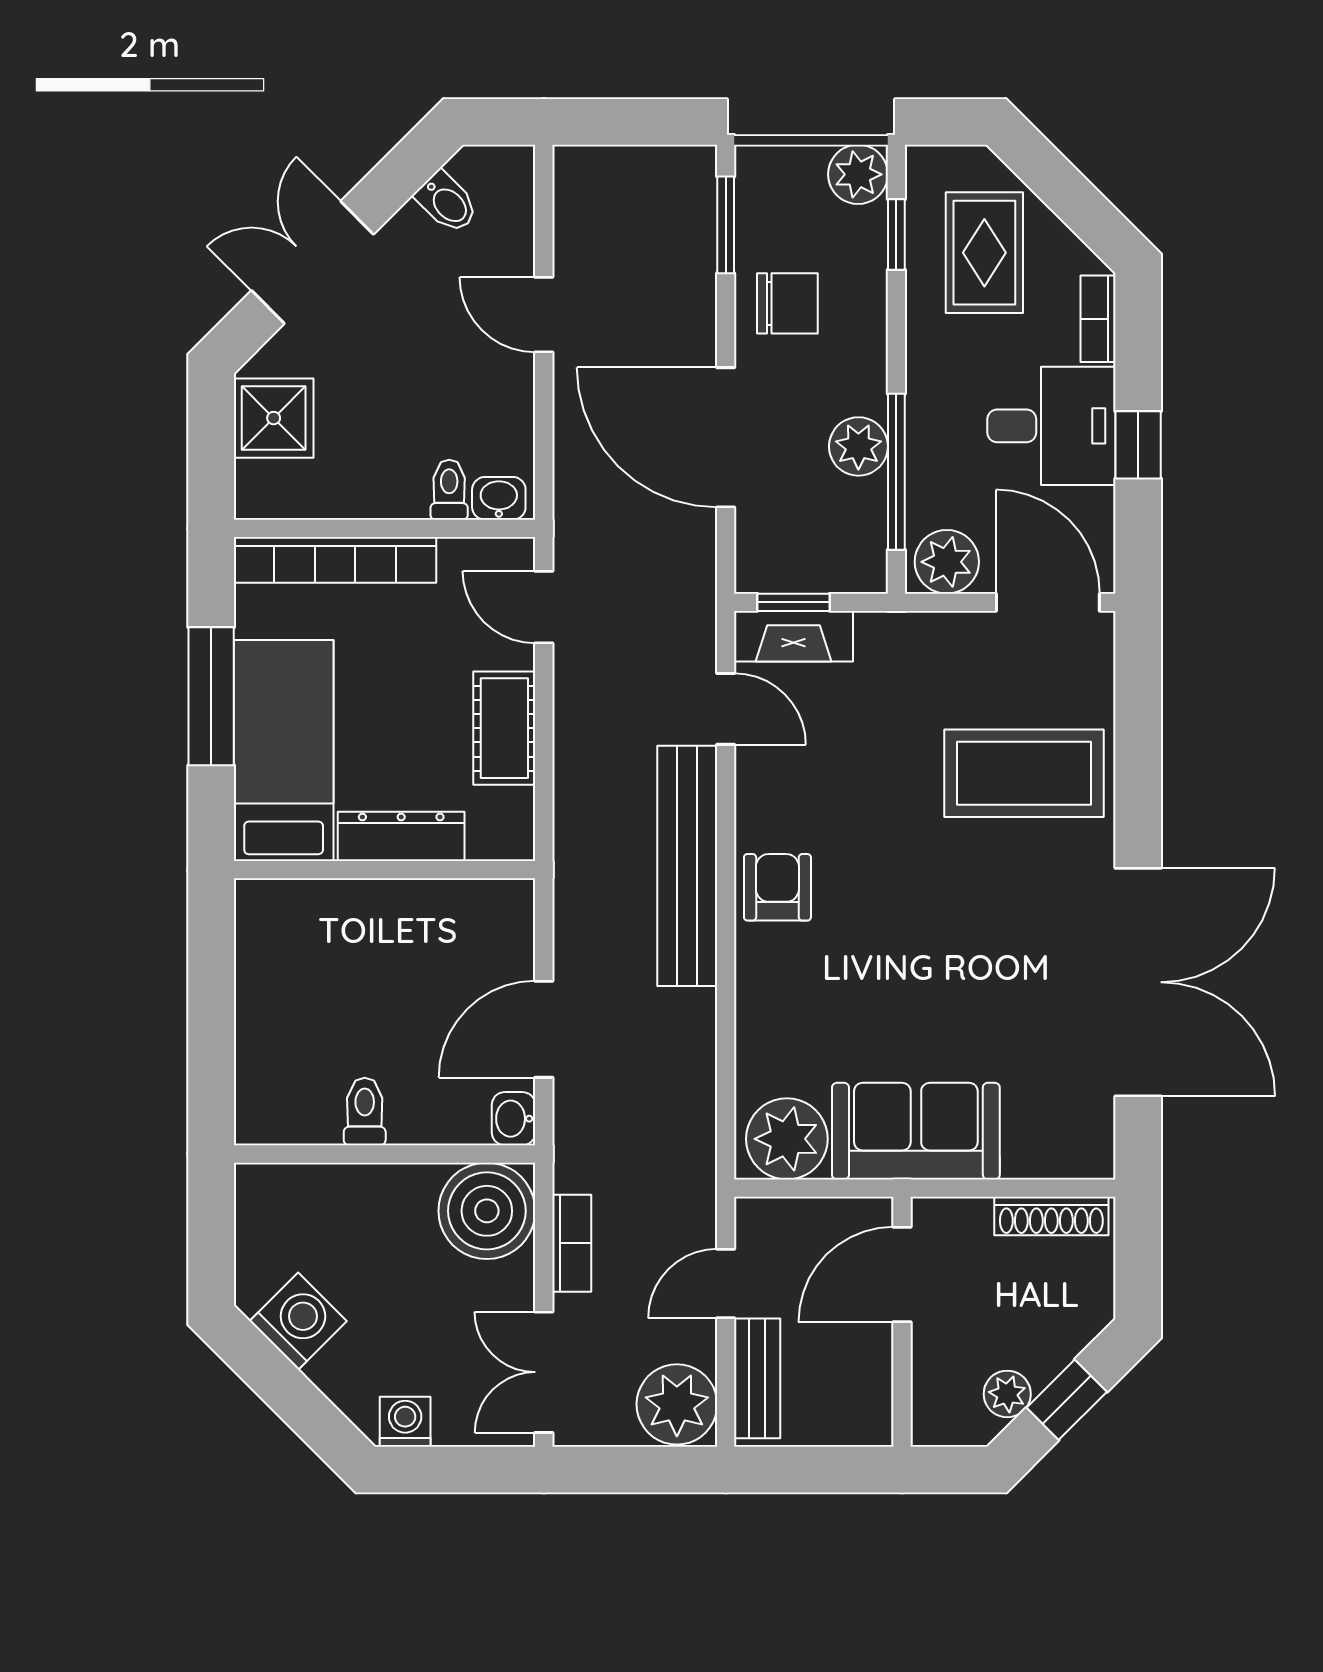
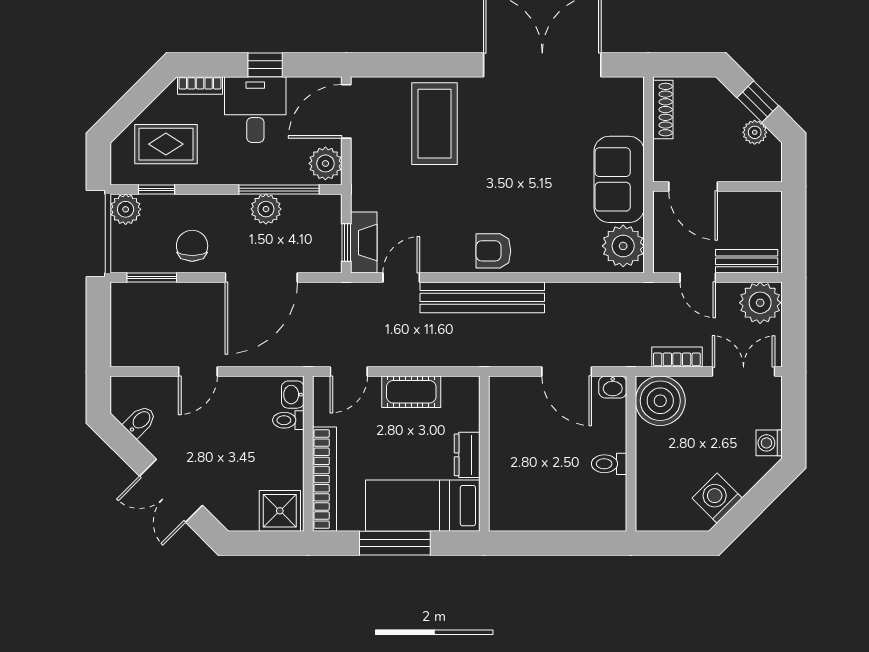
shower: (274, 418) -> (280, 511), moved
dresser: (401, 836) -> (467, 455), width x0.70
double door: (544, 1372) -> (744, 371), swing flipped

